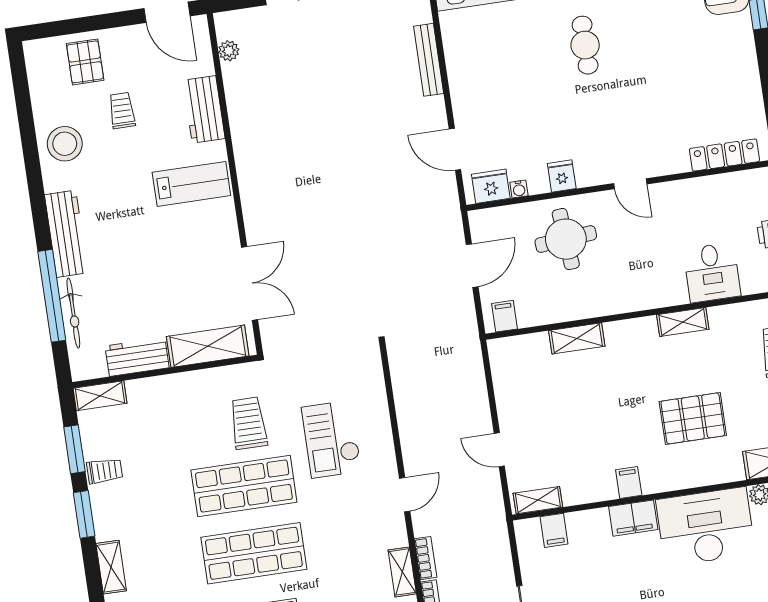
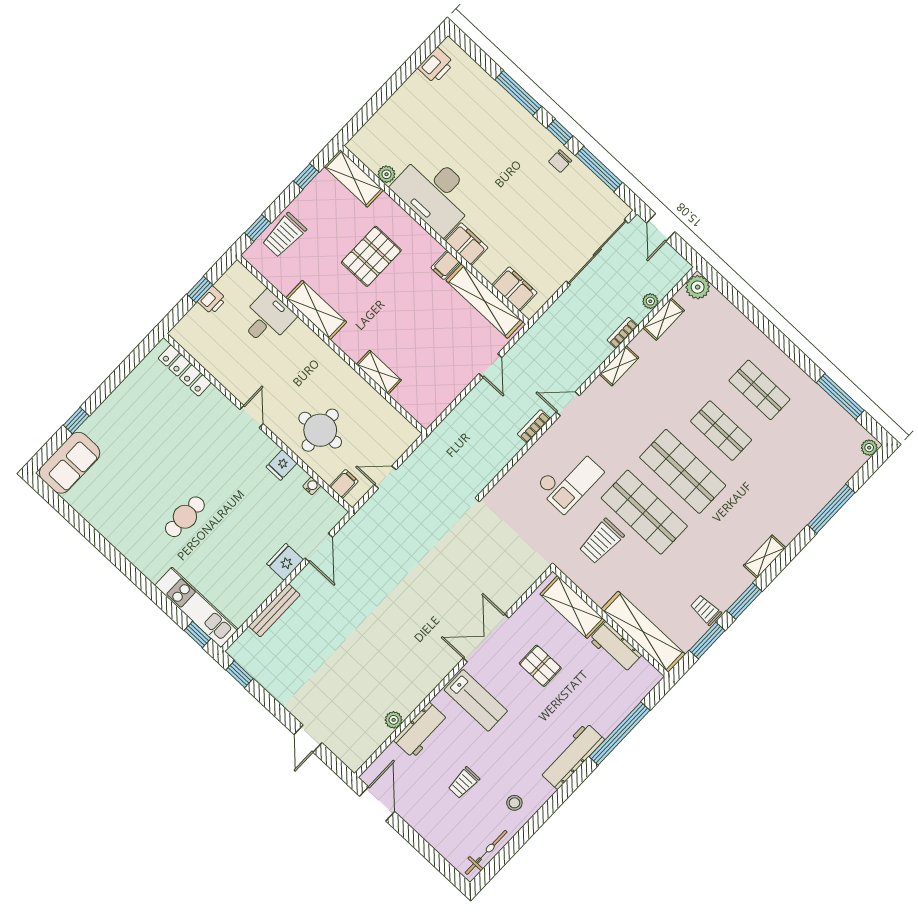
plant: (229, 51) -> (394, 720), moved
pallet: (85, 62) -> (540, 666), moved, turned 90
stool: (65, 144) -> (514, 803), width x0.53, depth x0.53
lab bench: (191, 184) -> (476, 700), turned 180
fridge: (491, 186) -> (285, 562), moved, turned 90
door: (472, 266) -> (385, 477), width x0.73
double door: (249, 283) -> (486, 638), moved
bicycle: (73, 313) -> (486, 852), moved
filing cabinet: (504, 316) -> (344, 484), moved, turned 180
shelving: (683, 322) -> (316, 310), width x1.50, depth x1.33
shelving: (100, 396) -> (643, 632), width x2.20, depth x1.33
pallet: (693, 418) -> (371, 256), turned 90
shelving: (538, 500) -> (485, 301), width x2.20, depth x1.33
filing cabinet: (554, 530) -> (515, 289), width x2.00
bookcase: (426, 558) -> (534, 426), moved

